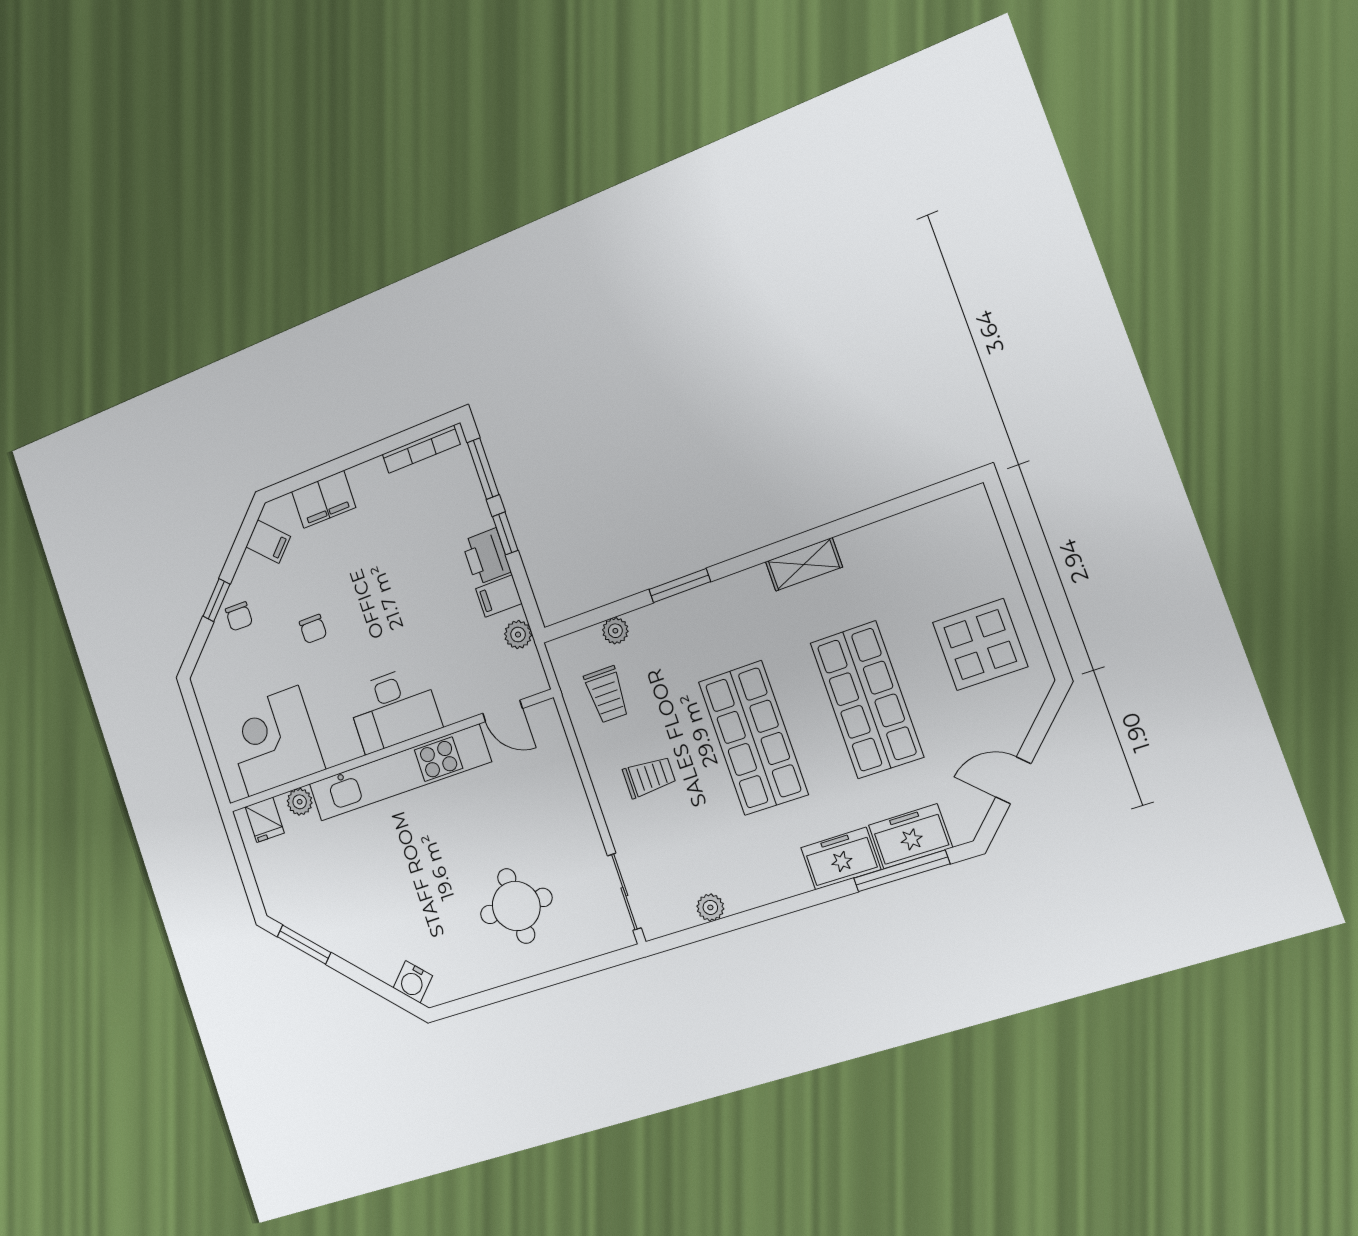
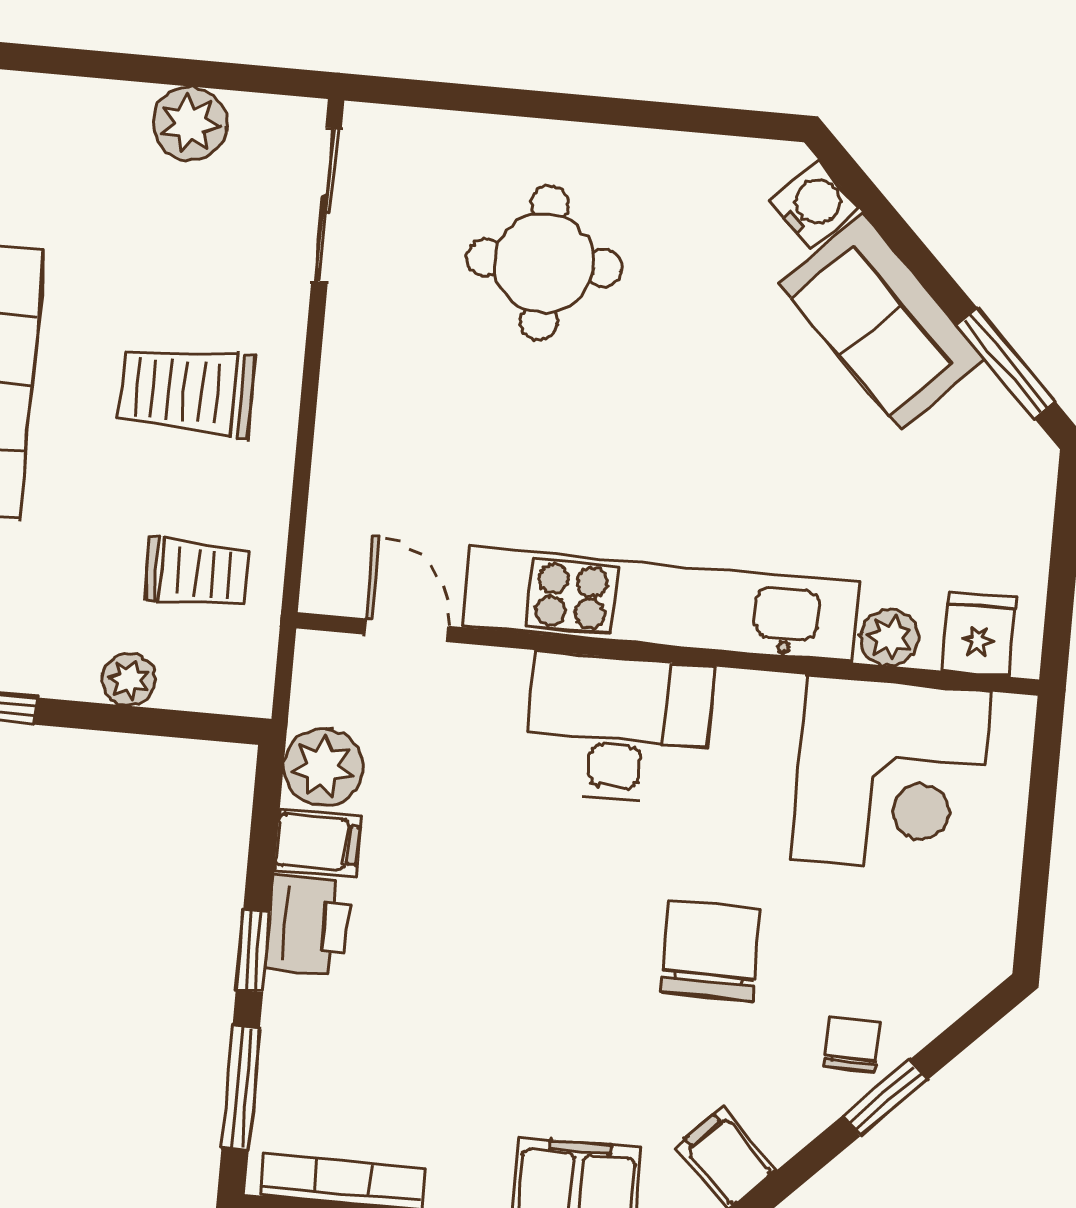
chair: (313, 629) -> (711, 951), width x1.87, depth x1.87
plant: (518, 635) -> (323, 767), width x1.38, depth x1.38
trolley: (607, 694) -> (197, 573), turned 90
trolley: (649, 777) -> (186, 391), width x1.36, depth x1.39
plant: (710, 907) -> (190, 124), width x1.38, depth x1.38
sofa: (362, 941) -> (882, 322), added

